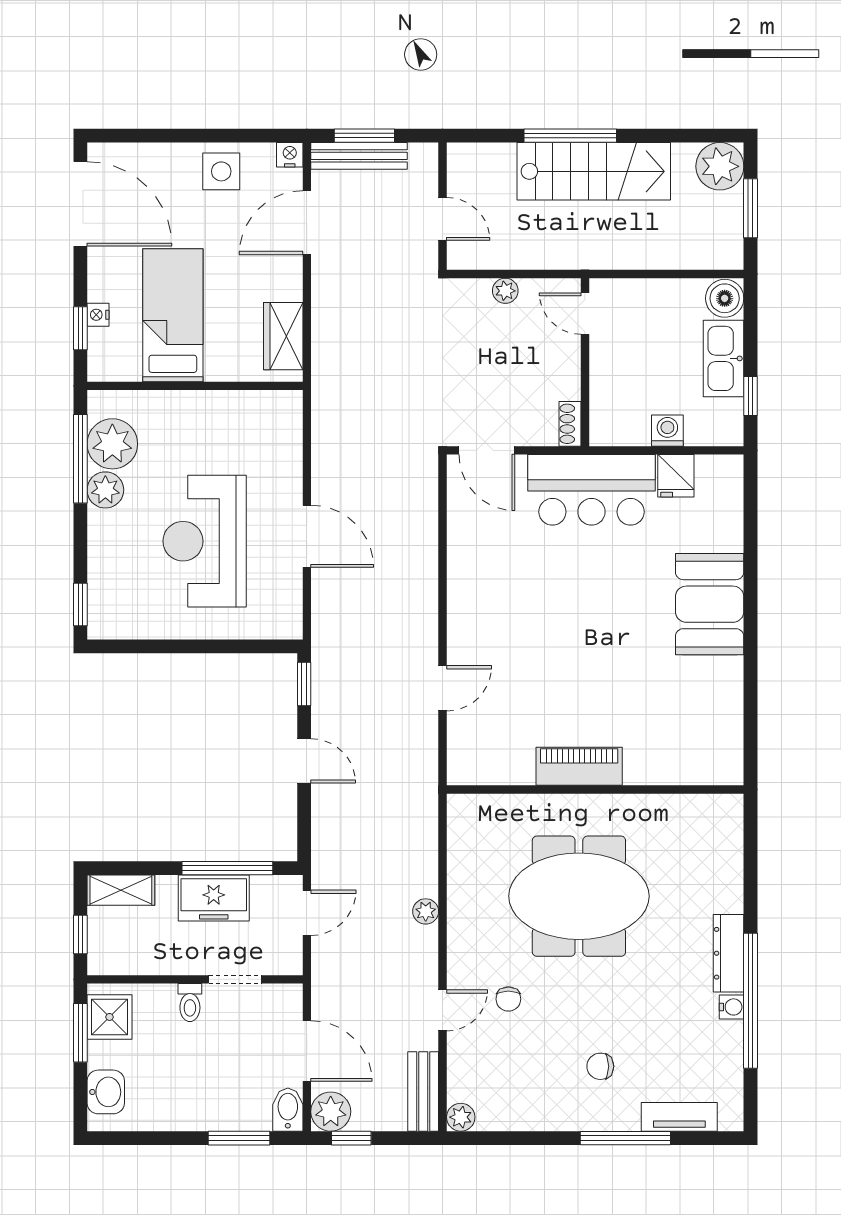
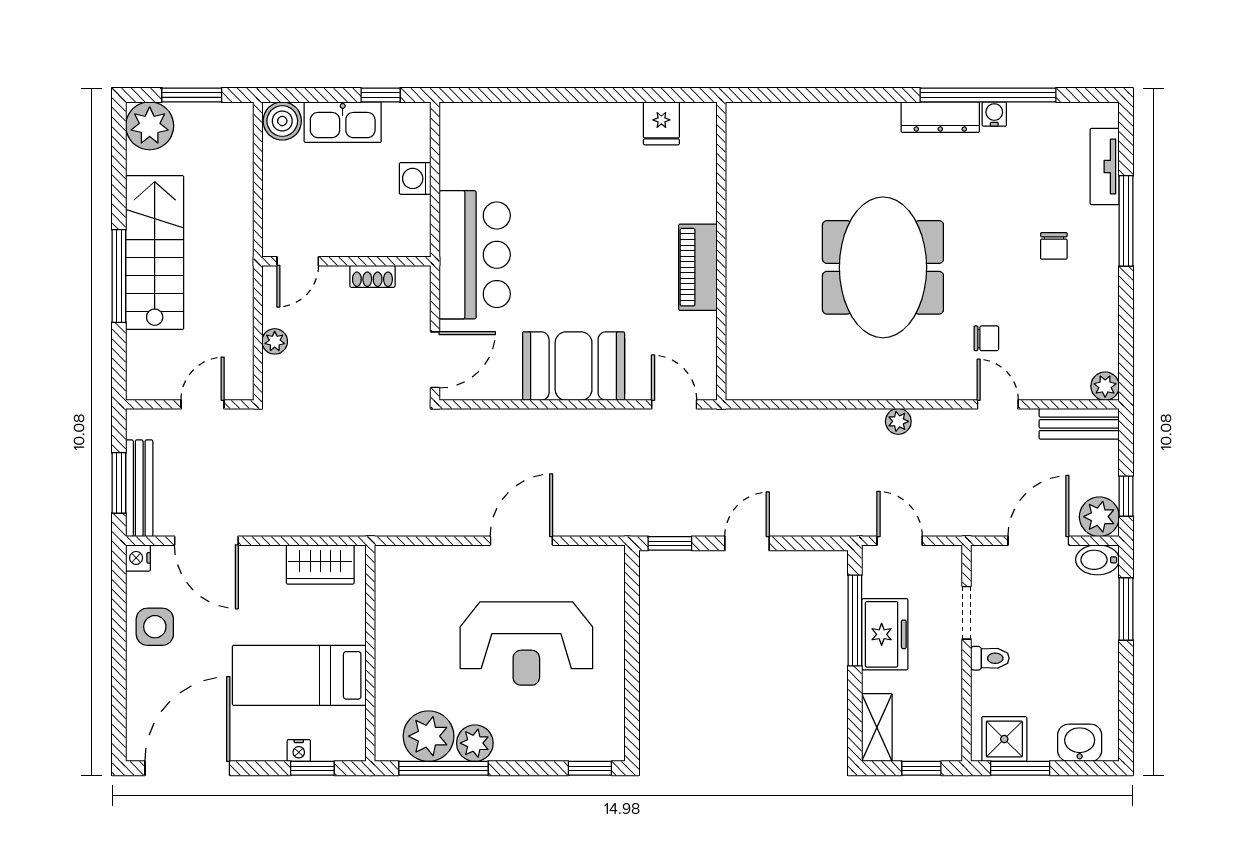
shoe rack: (570, 424) -> (372, 276), moved
fridge: (676, 476) -> (661, 123), moved, turned 90
booth: (710, 604) -> (574, 366), moved
piano: (579, 766) -> (698, 267), moved
wall: (595, 789) -> (721, 251), moved

